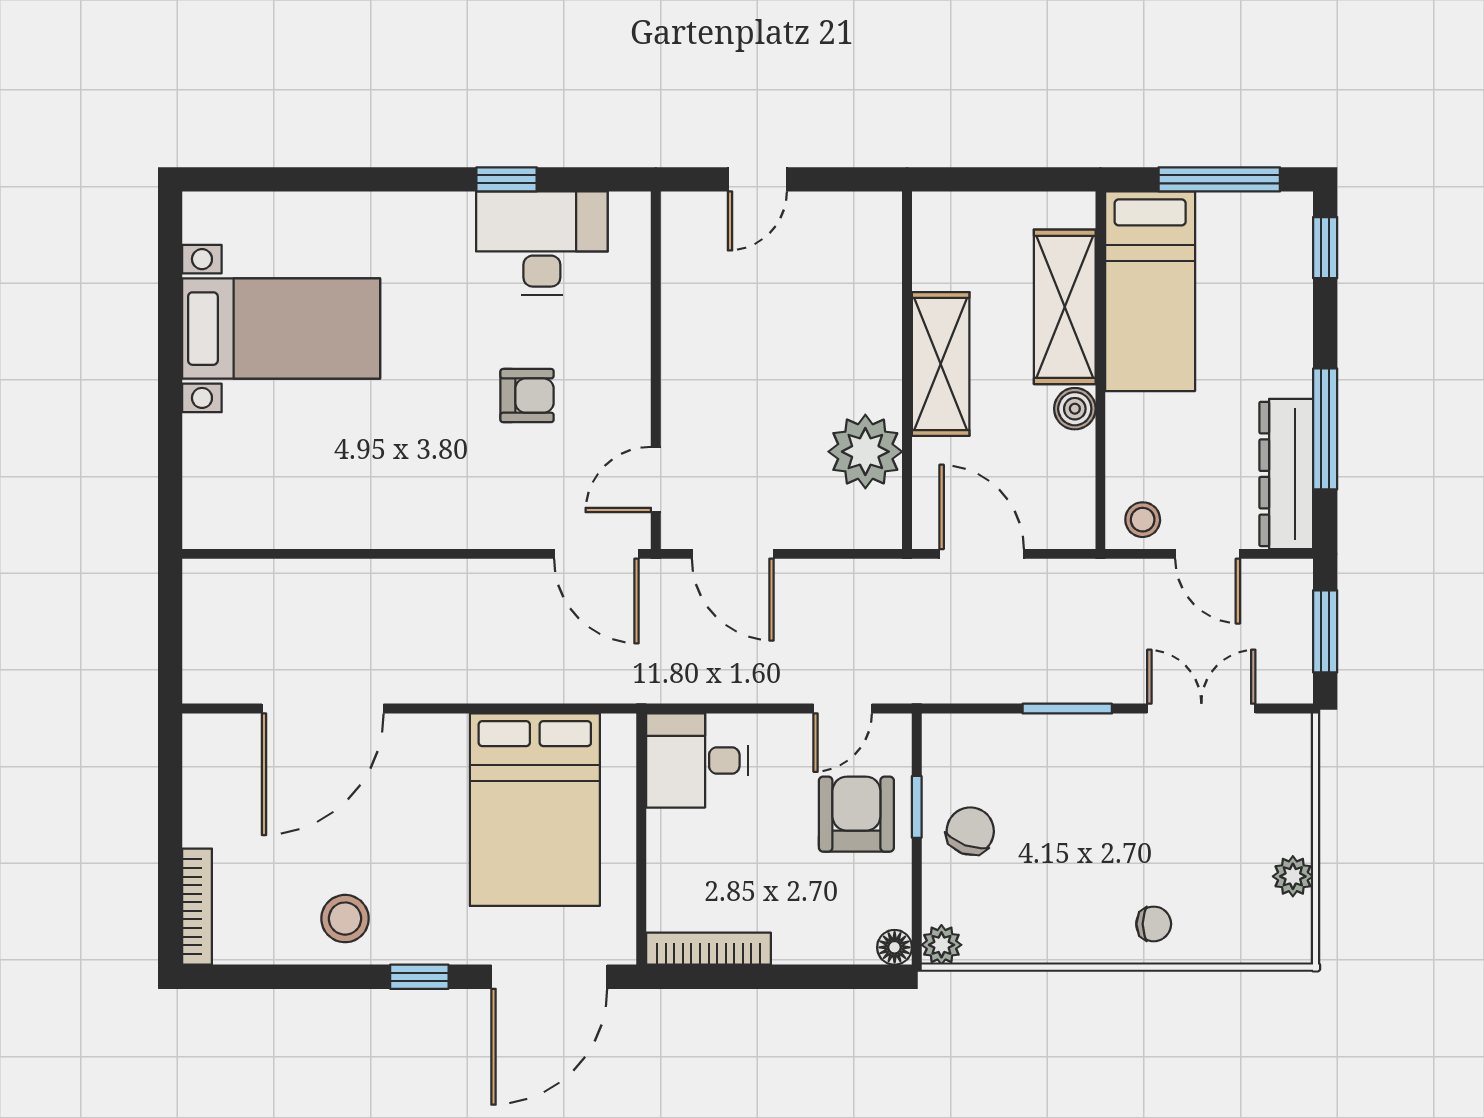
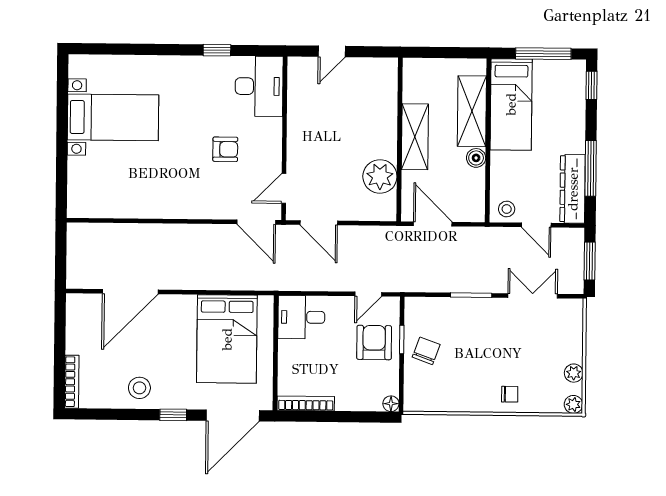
desk: (542, 243) -> (259, 86), moved, turned 90
plant: (941, 945) -> (573, 404), moved

